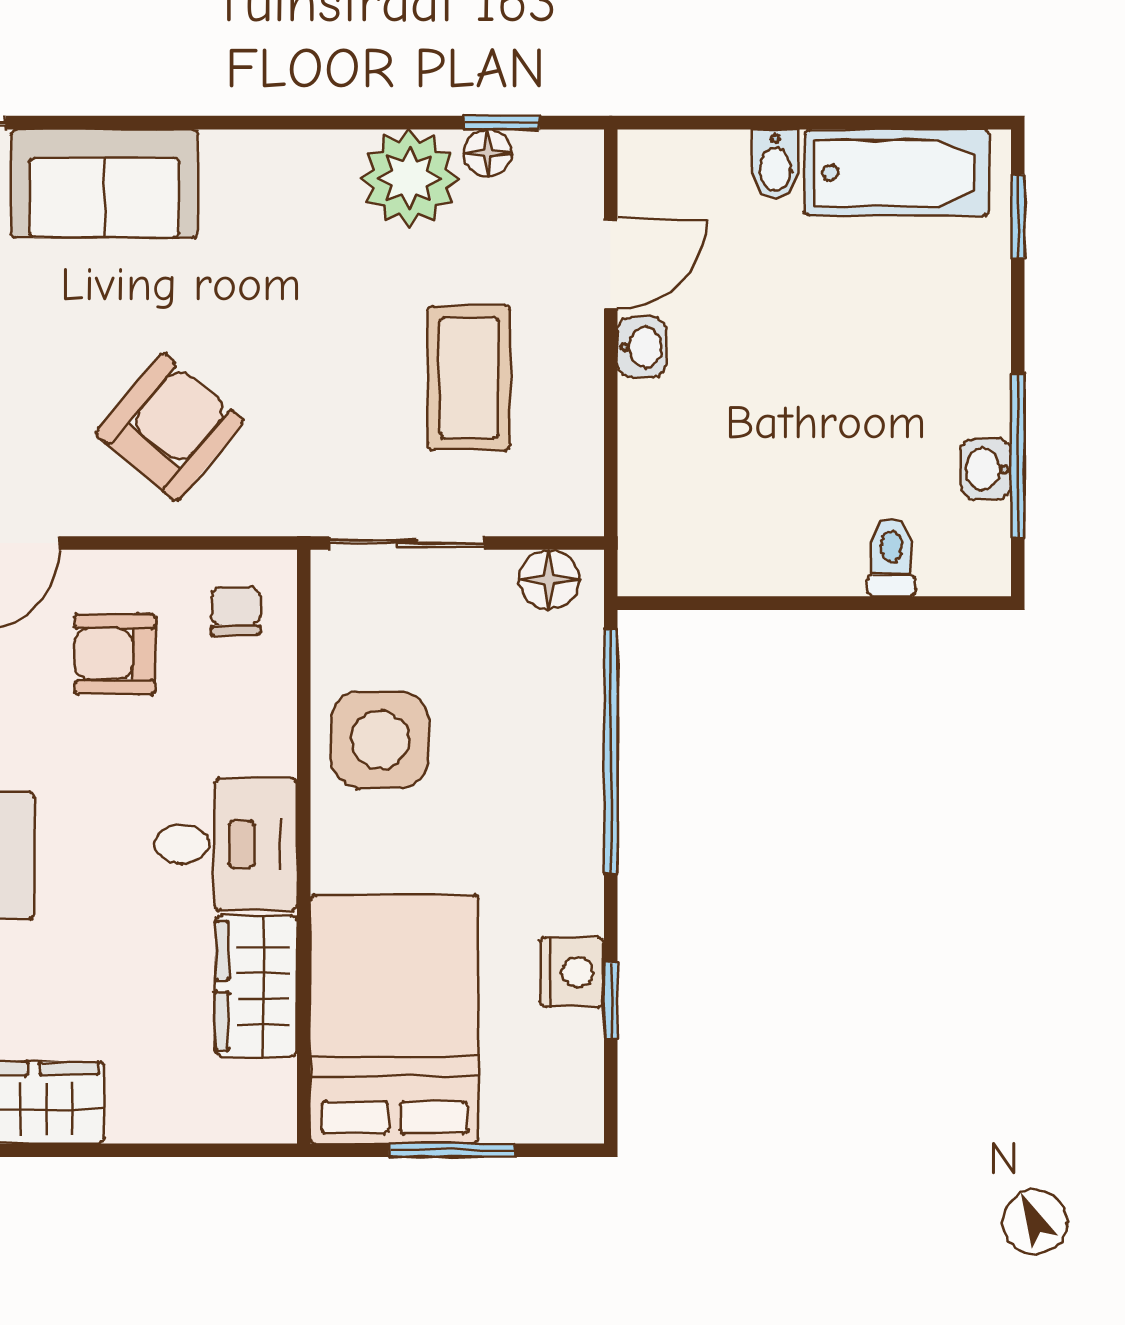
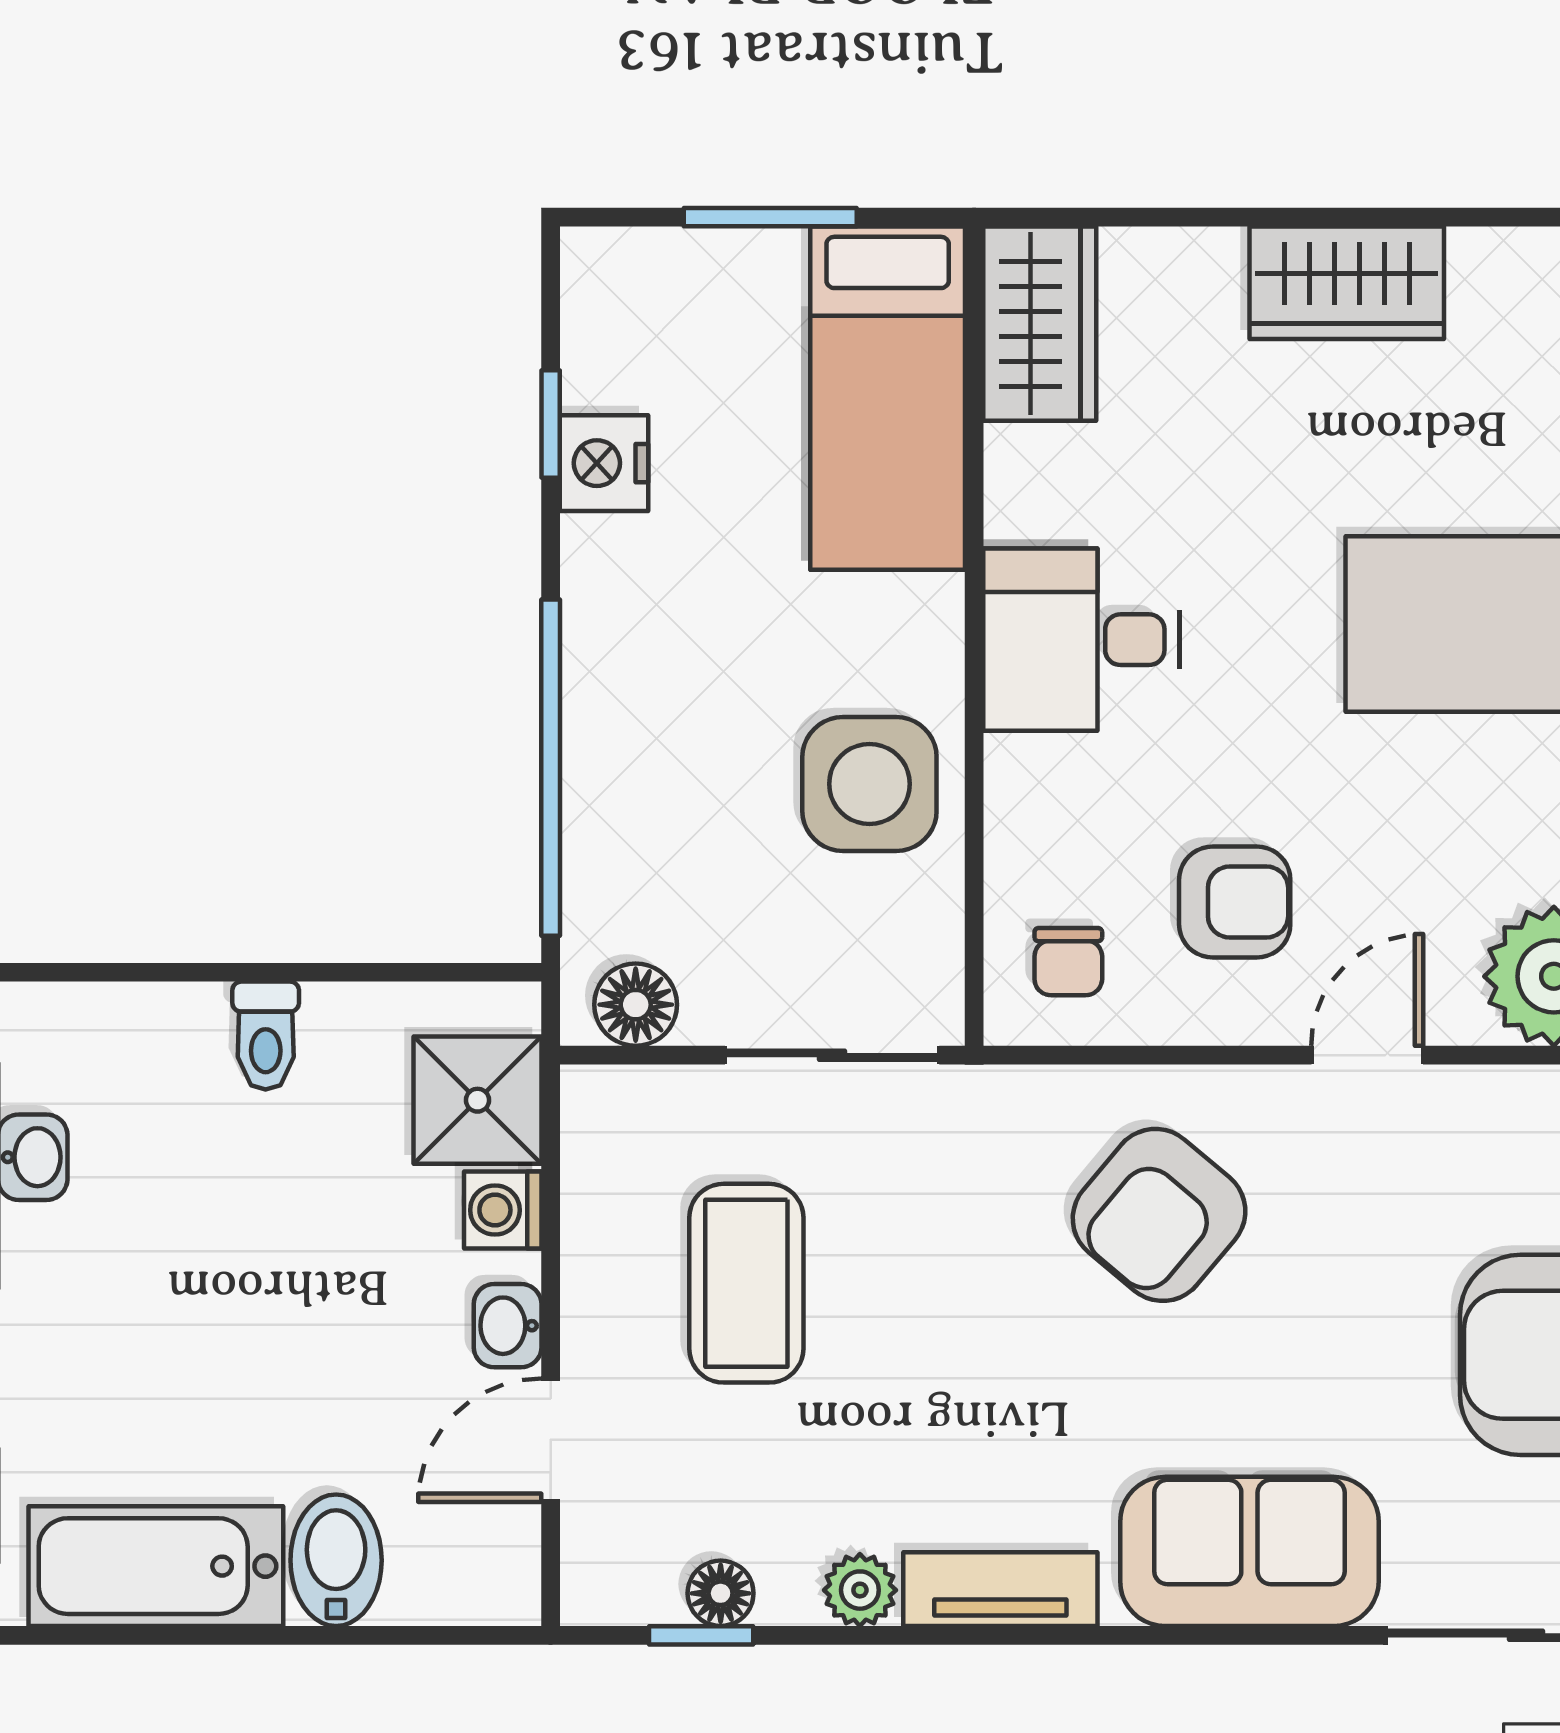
tv unit: (285, 156) -> (1000, 1589), added
bidet: (775, 164) -> (336, 1560), width x1.38, depth x1.36
plant: (409, 178) -> (860, 1590), width x0.53, depth x0.53
washing machine: (645, 431) -> (503, 1210), added
shower: (664, 510) -> (478, 1100), added
toilet: (892, 557) -> (266, 1036), moved
wardrobe: (256, 986) -> (1040, 324), moved
bed: (394, 1019) -> (888, 398), width x0.67

